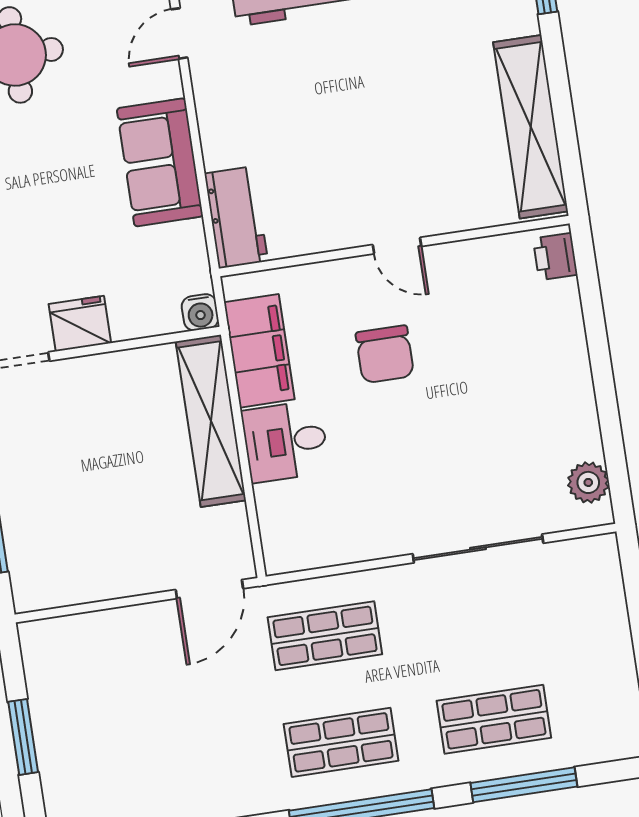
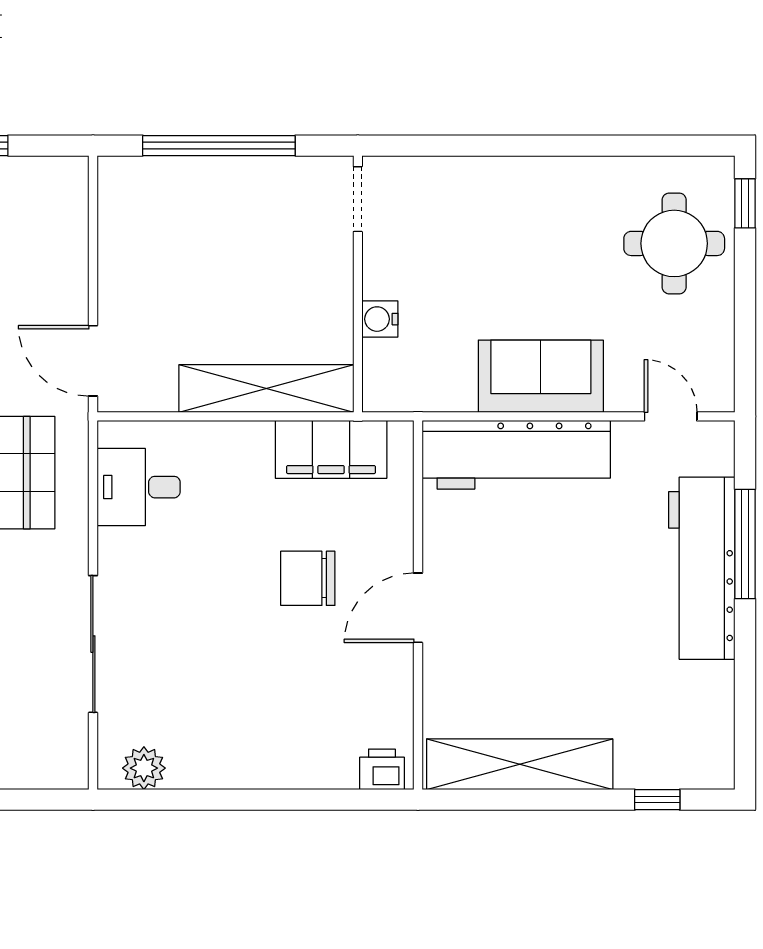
workbench: (236, 217) -> (516, 455), width x1.88, depth x1.32
door: (397, 246) -> (418, 608), width x1.38
water cooler: (200, 312) -> (380, 319), moved
fridge: (80, 324) -> (387, 269), removed
desk: (285, 441) -> (139, 487), moved, turned -90

